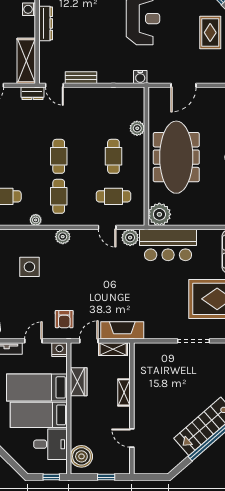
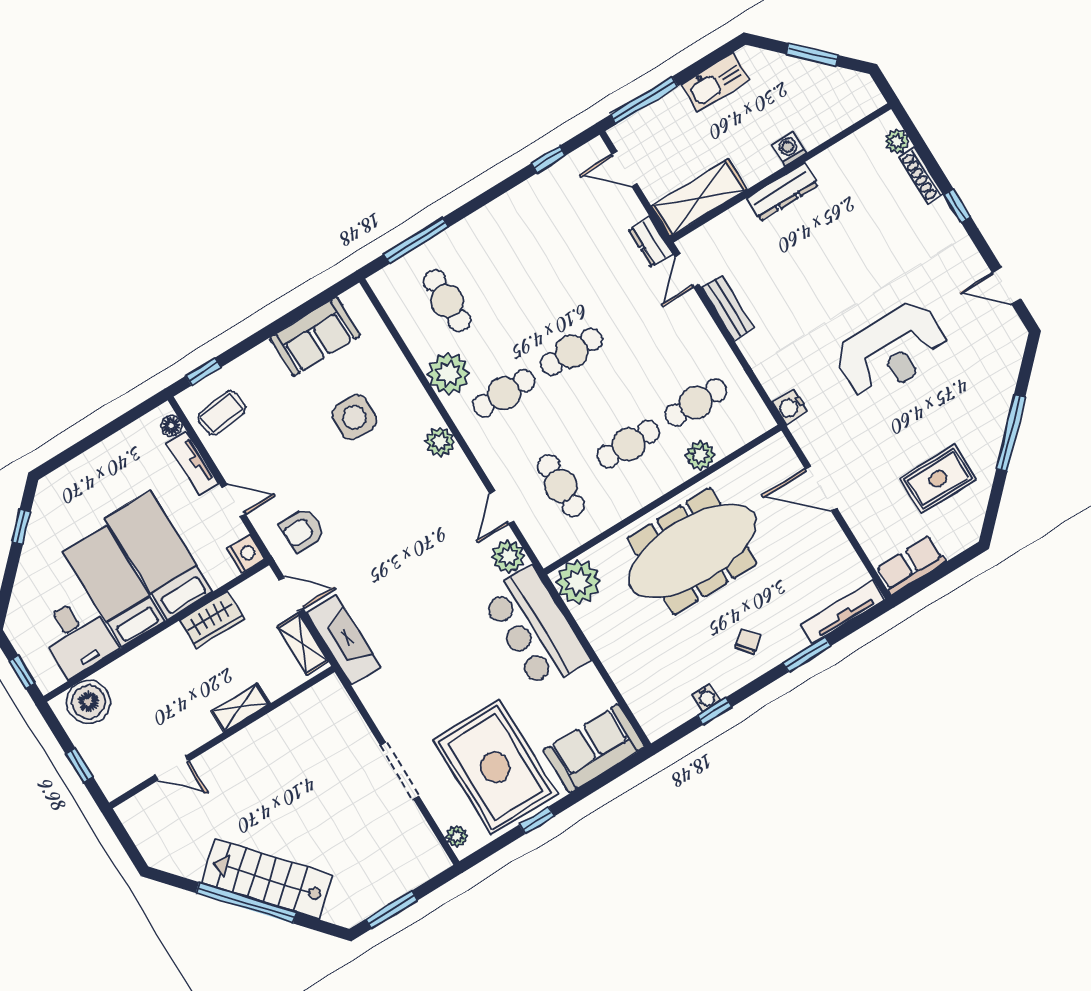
cafe table: (113, 116) -> (696, 403), added
plant: (36, 220) -> (449, 374), width x1.87, depth x1.87
door: (132, 438) -> (172, 768), swing flipped

